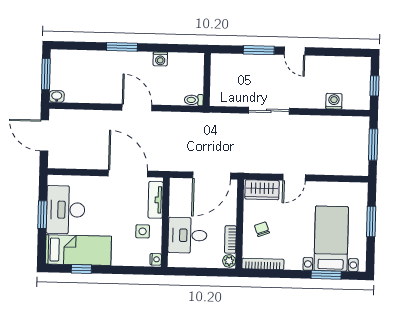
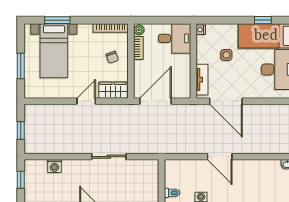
toilet: (194, 100) -> (172, 193), moved
window: (373, 144) -> (21, 130), width x0.67
side table: (143, 231) -> (226, 55), moved
desk: (187, 235) -> (175, 38), moved

